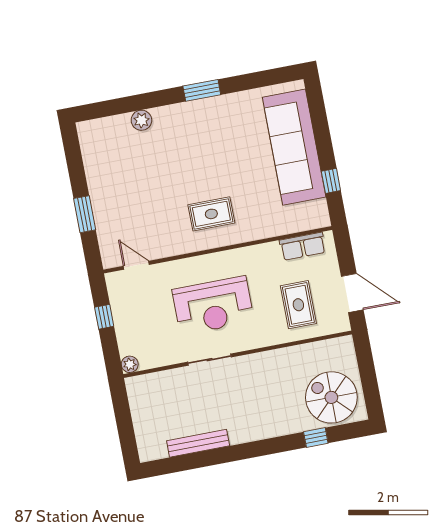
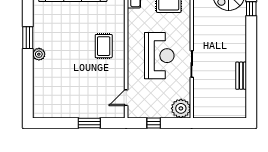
plant: (141, 120) -> (39, 54), moved
plant: (130, 364) -> (181, 108), width x1.88, depth x1.88
bench: (198, 443) -> (241, 76), width x0.73

